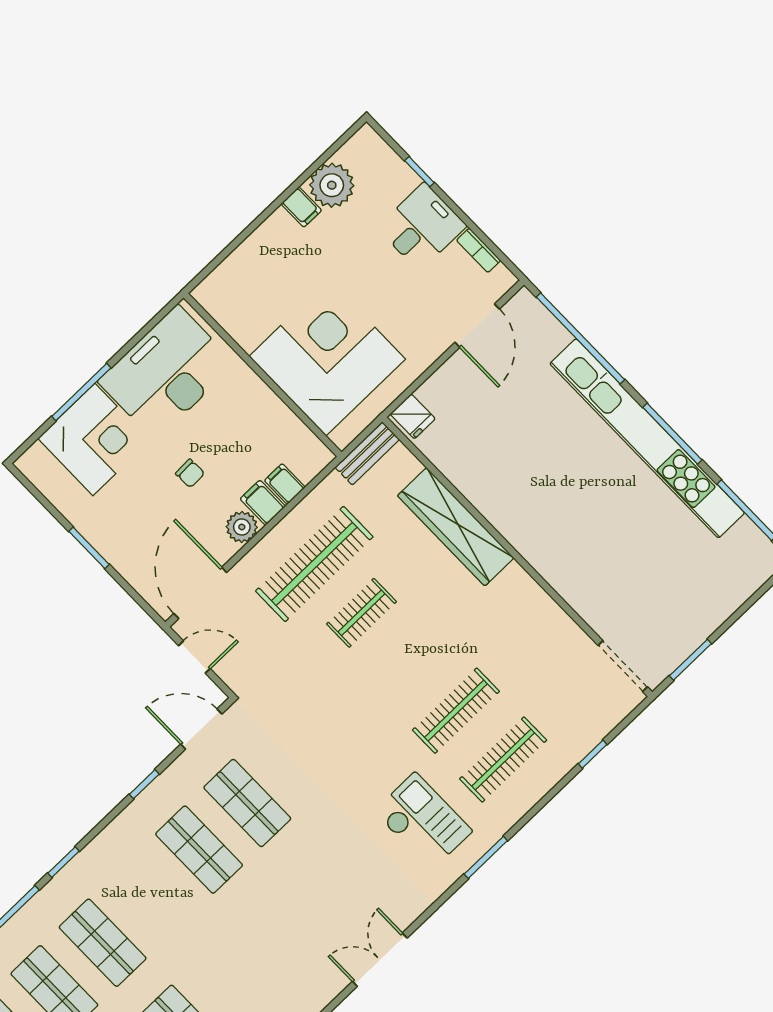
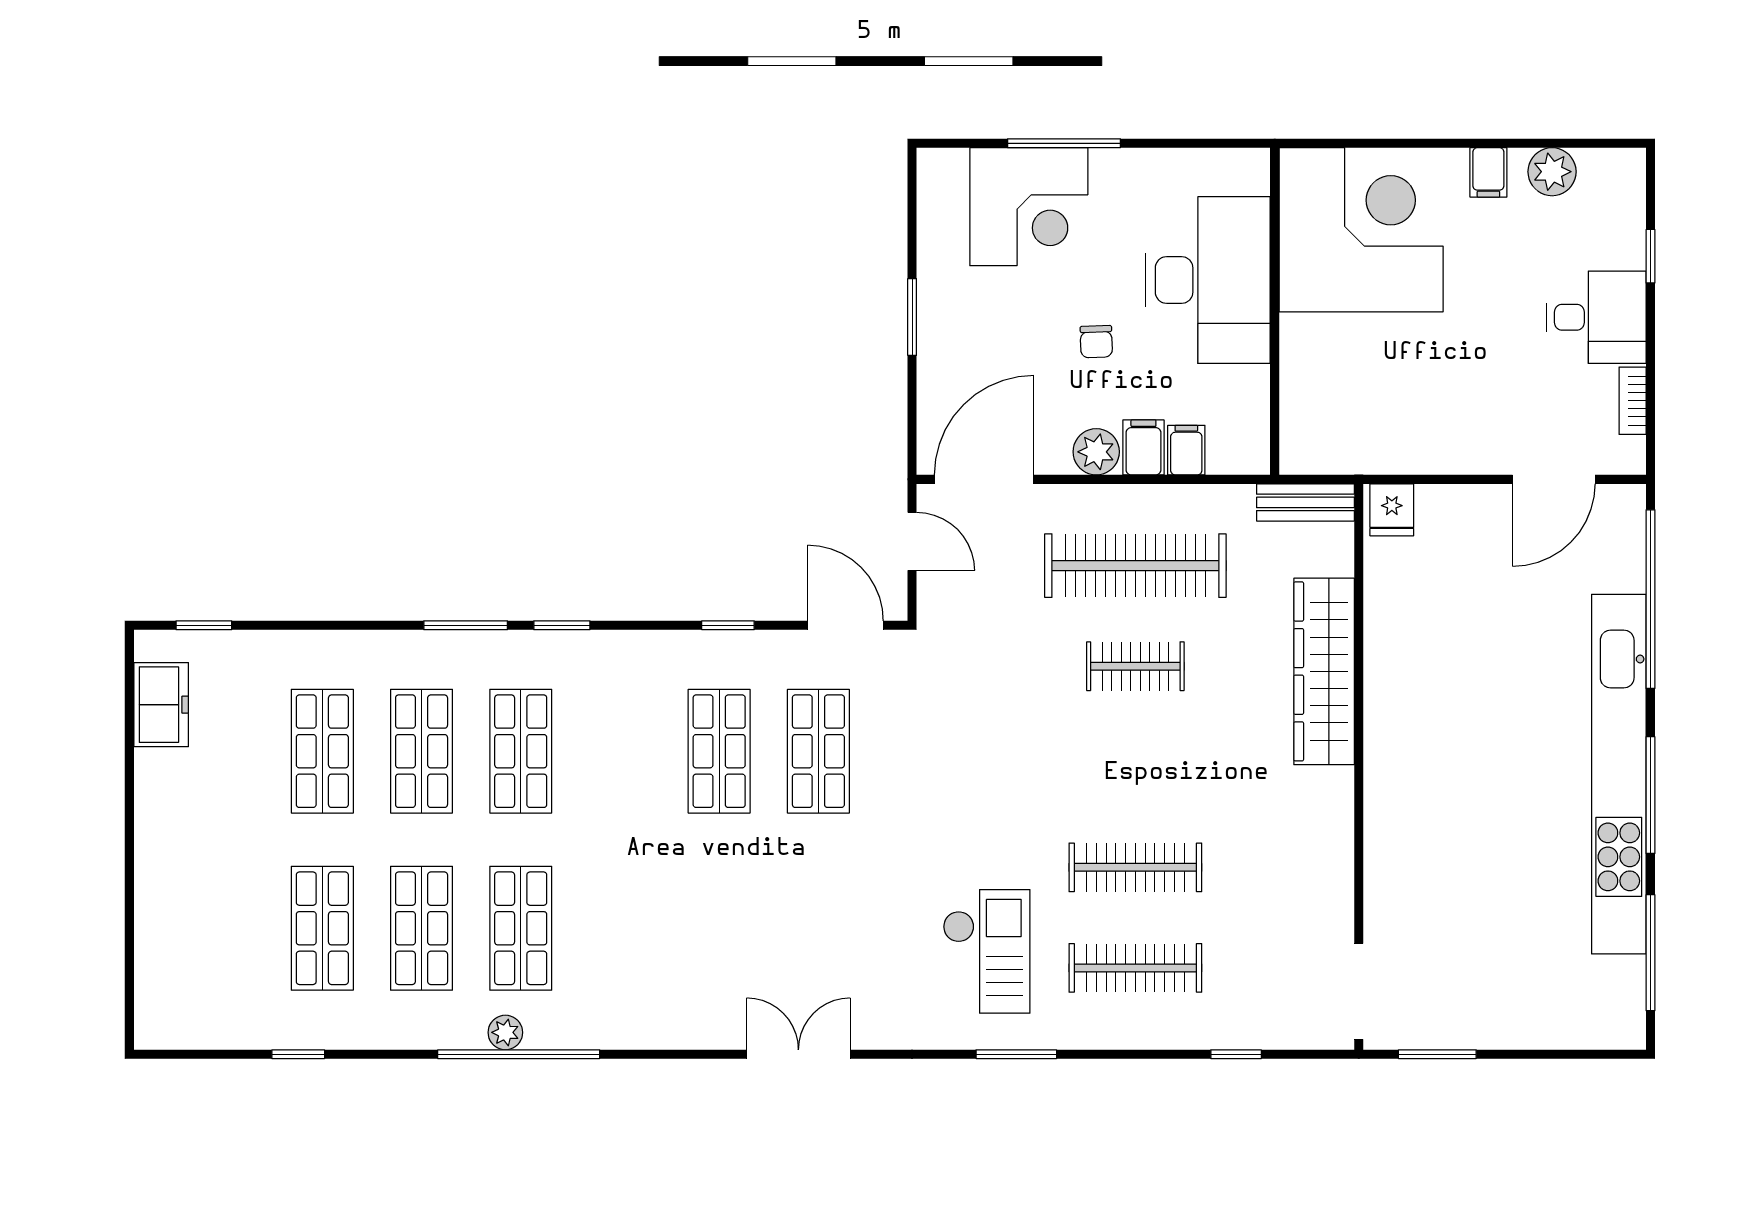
plant: (332, 185) -> (1552, 172), width x0.73, depth x0.73
corner desk: (327, 358) -> (1361, 230), moved
desk: (167, 373) -> (1208, 280), moved, turned 90

